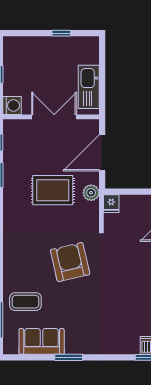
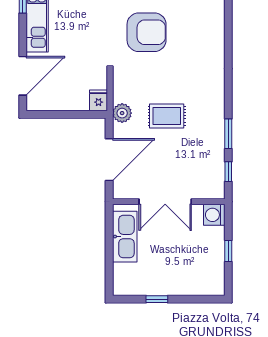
rug: (53, 190) -> (167, 116), width x0.73, depth x0.70
armchair: (70, 262) -> (147, 32), turned -77

